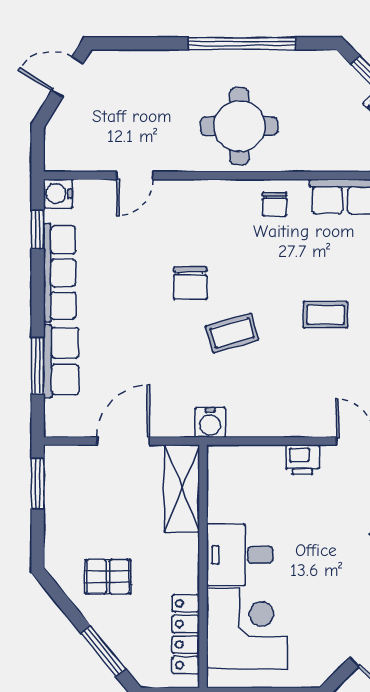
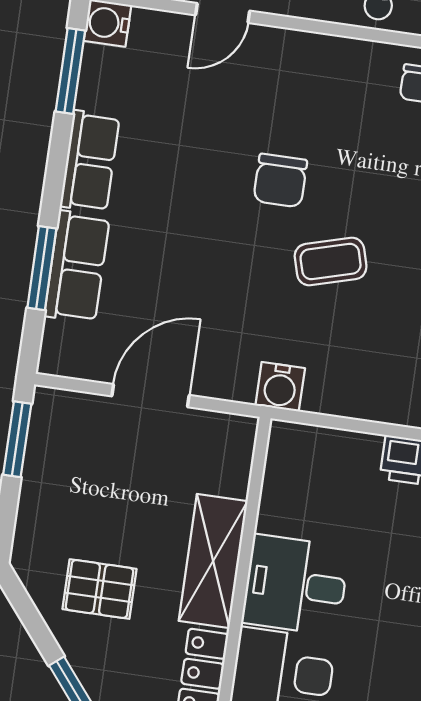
window: (38, 230) -> (70, 71), width x1.50
row of seats: (60, 273) -> (90, 161), width x0.68
shelving: (182, 489) -> (213, 561), moved

